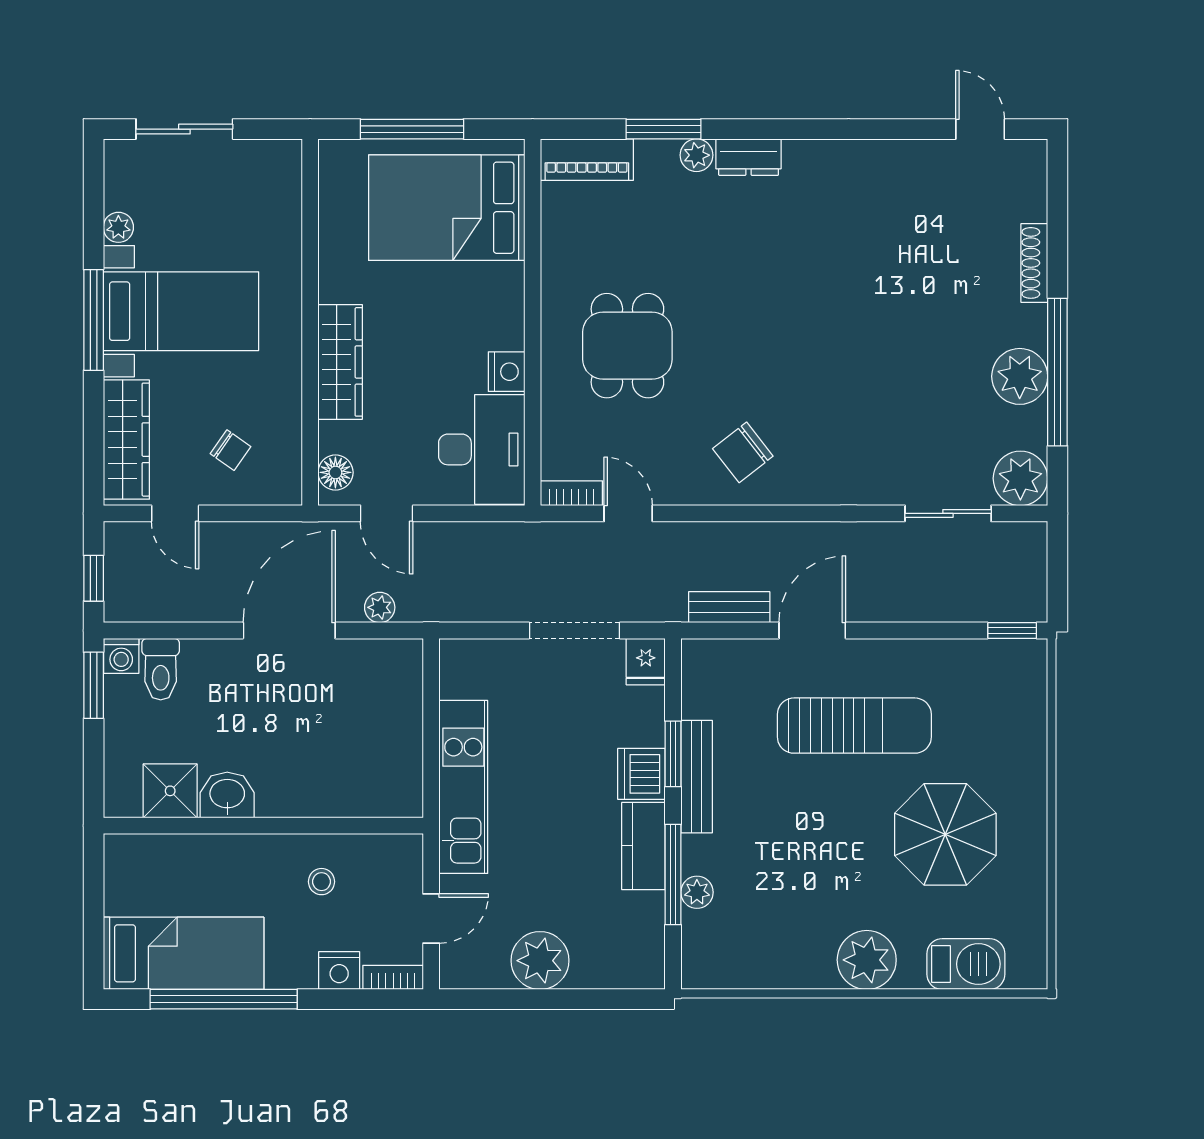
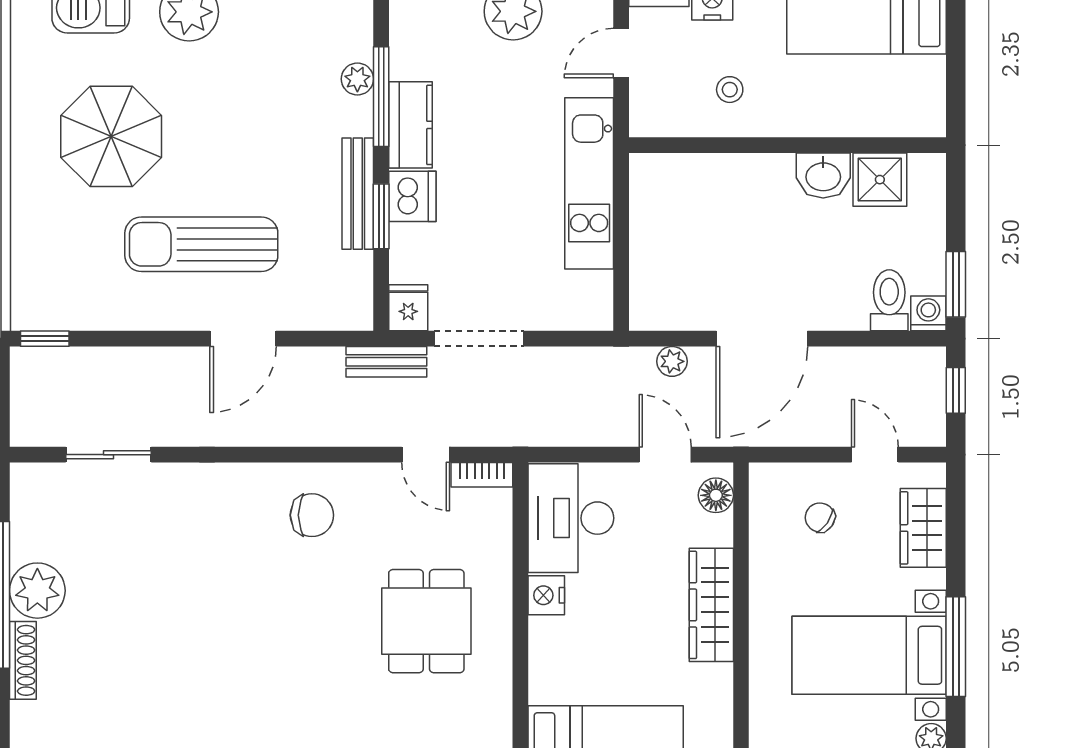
shoe rack: (1034, 263) -> (23, 660), moved
wardrobe: (126, 440) -> (923, 528), width x0.67
chair: (743, 452) -> (312, 515), turned 38
plant: (1020, 478) -> (37, 489), removed
bench: (729, 607) -> (386, 362), moved

